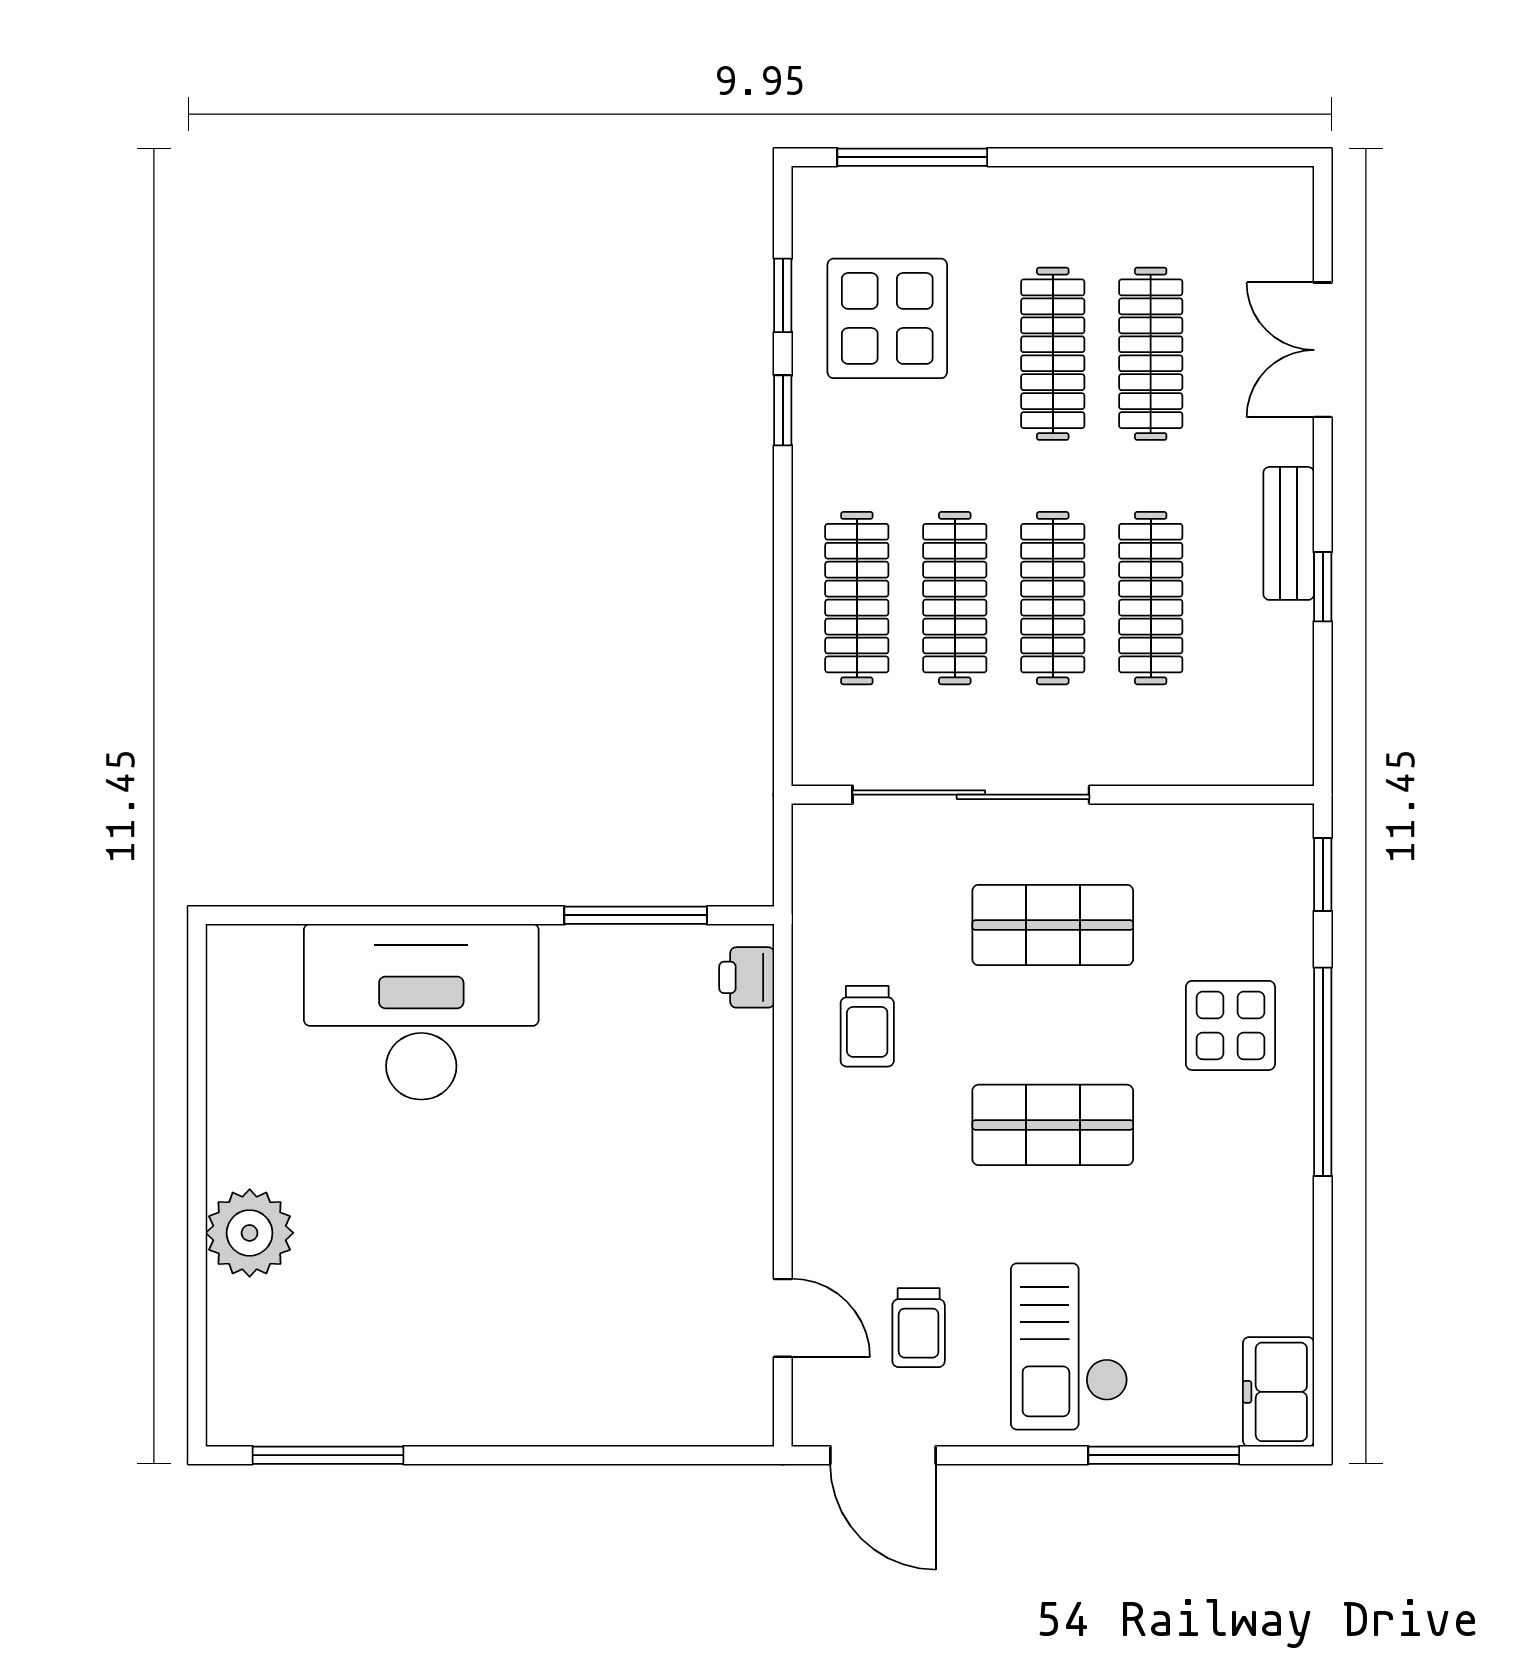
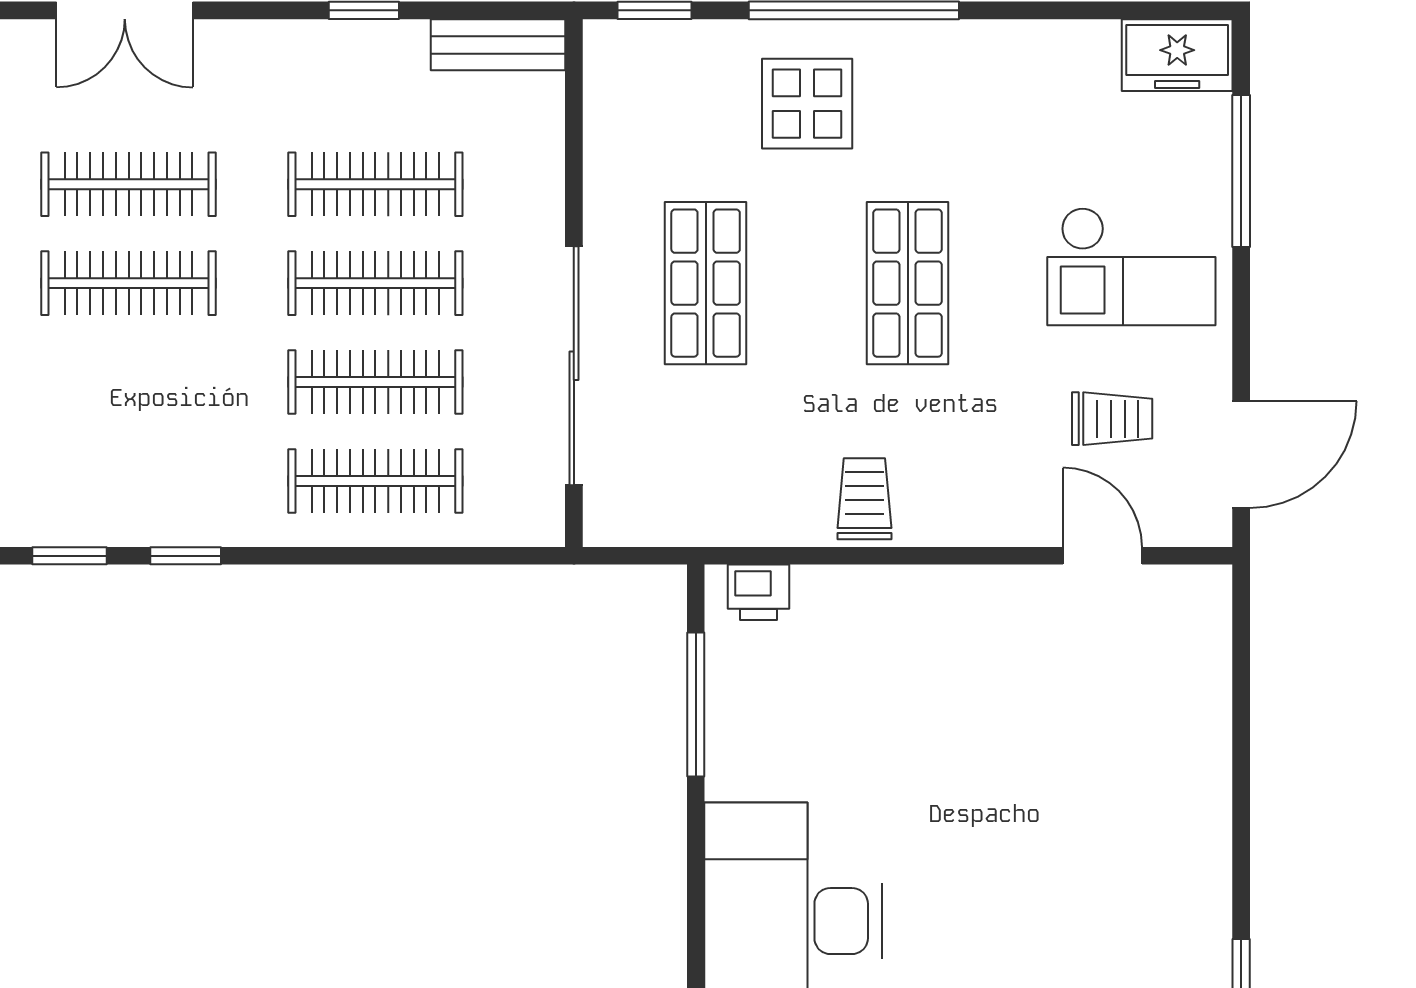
display table: (887, 318) -> (93, 450), removed
bench: (1289, 533) -> (498, 45), moved
trolley: (867, 1026) -> (864, 499), moved, turned -90
door: (783, 1318) -> (1102, 556), hinge flipped

